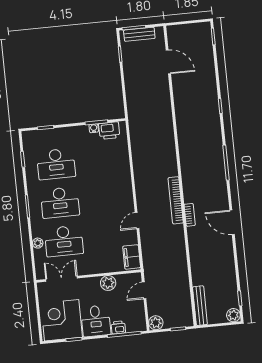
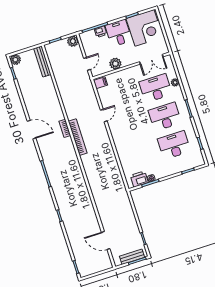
filing cabinet: (132, 257) -> (100, 83), width x0.50

